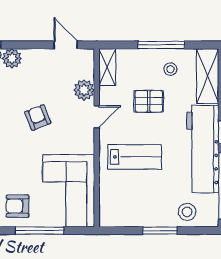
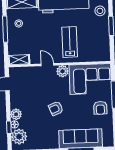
plant: (84, 90) -> (63, 71), moved
pallet: (149, 101) -> (38, 35), removed
armchair: (38, 117) -> (56, 108), moved

